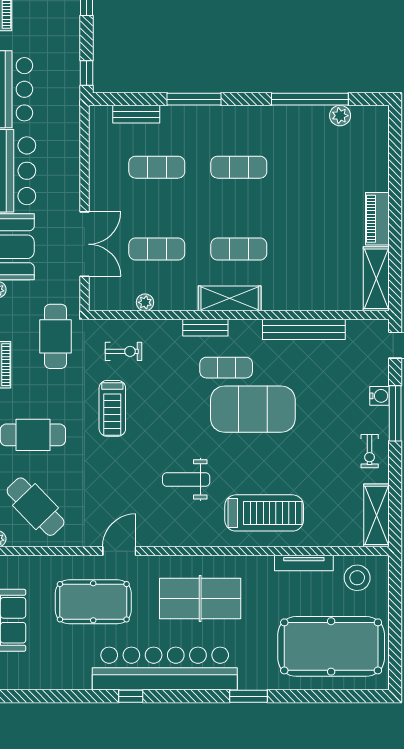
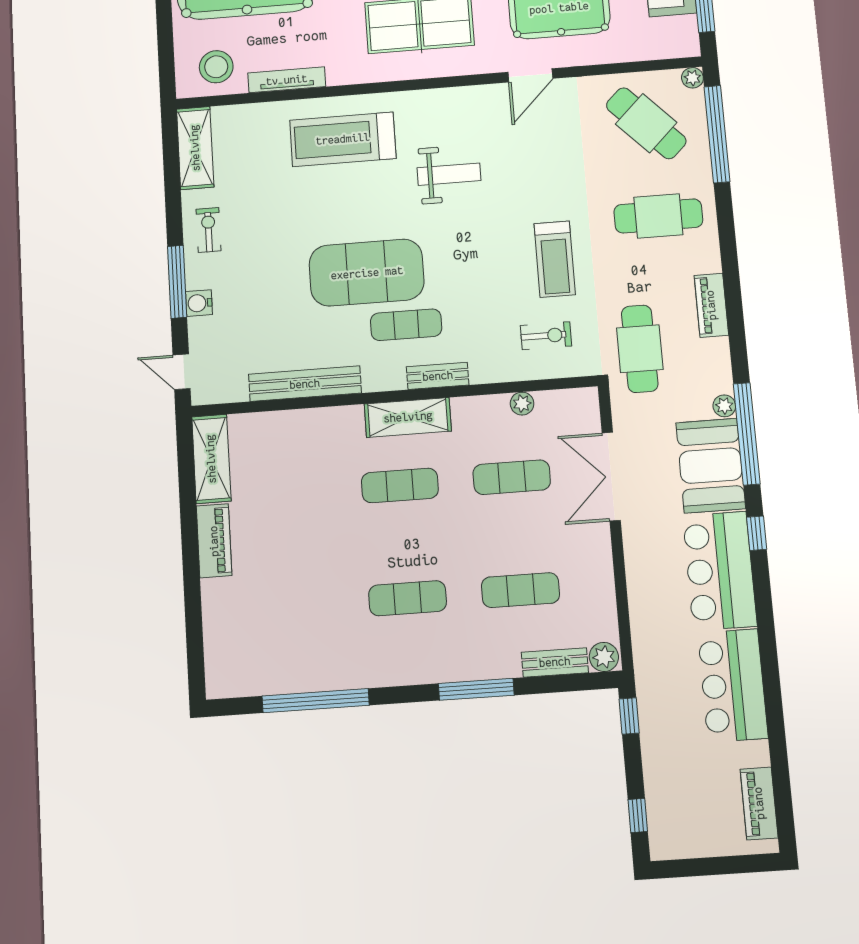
plant: (340, 116) -> (604, 657), moved
exercise bike: (123, 351) -> (546, 336), turned 180
treadmill: (112, 408) -> (555, 259), turned 180

